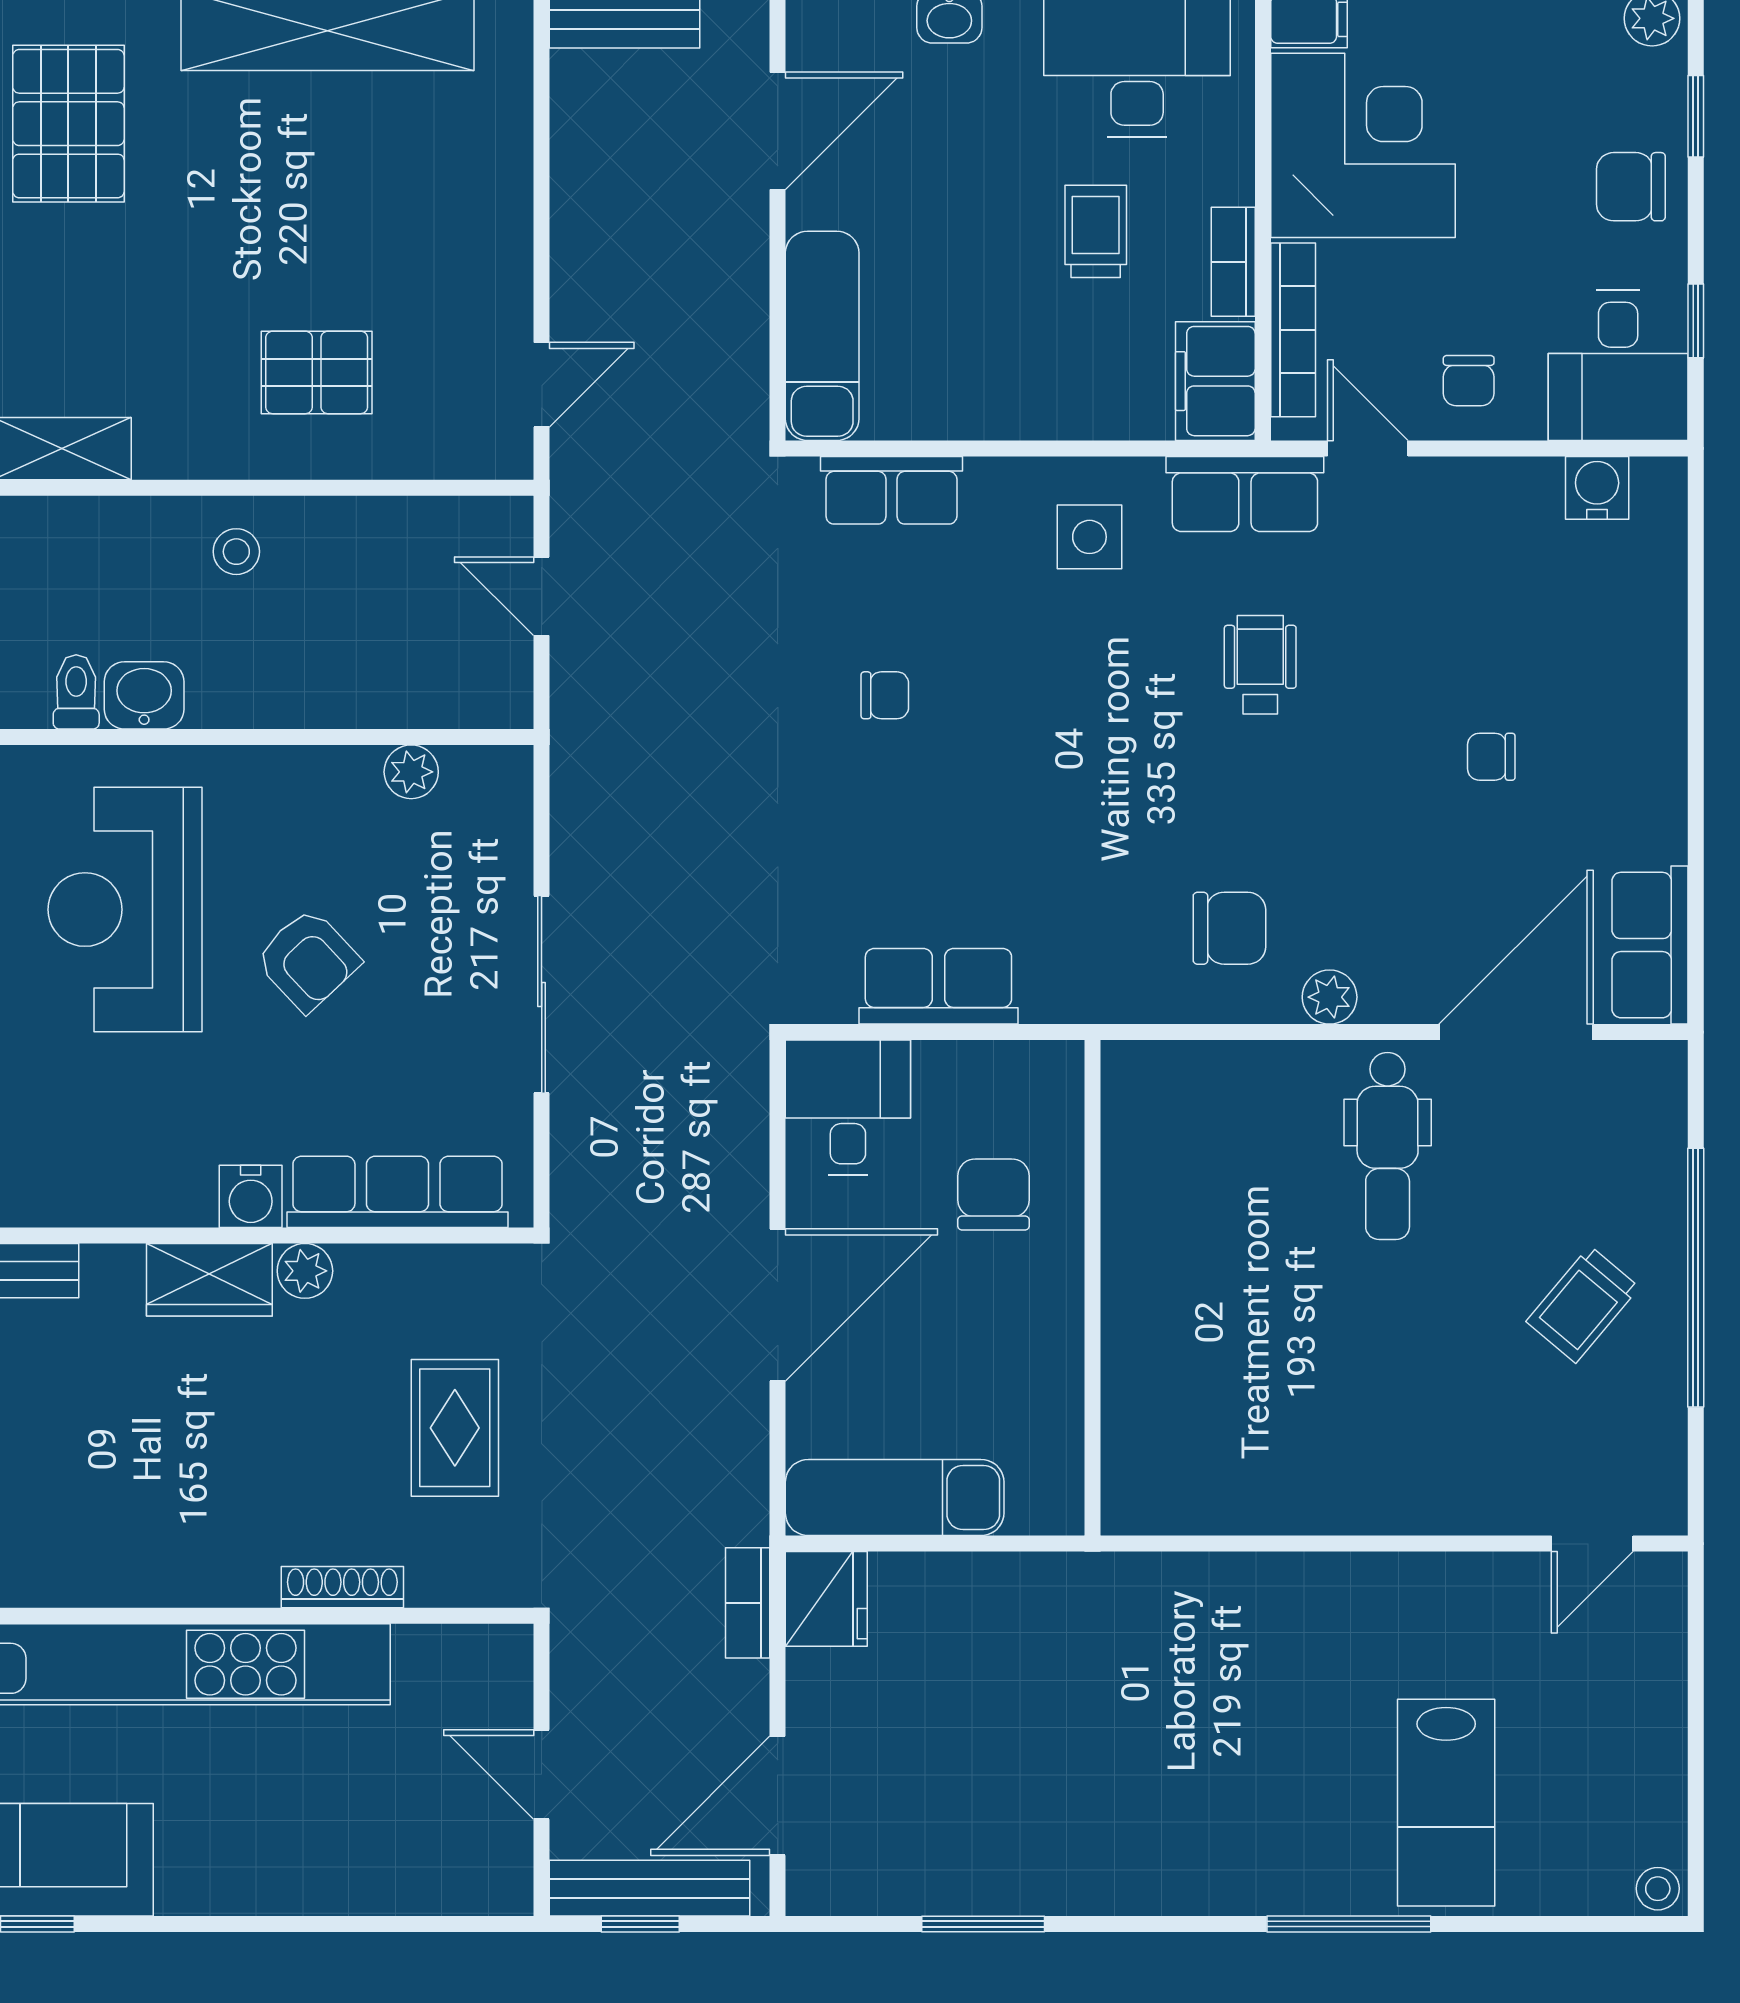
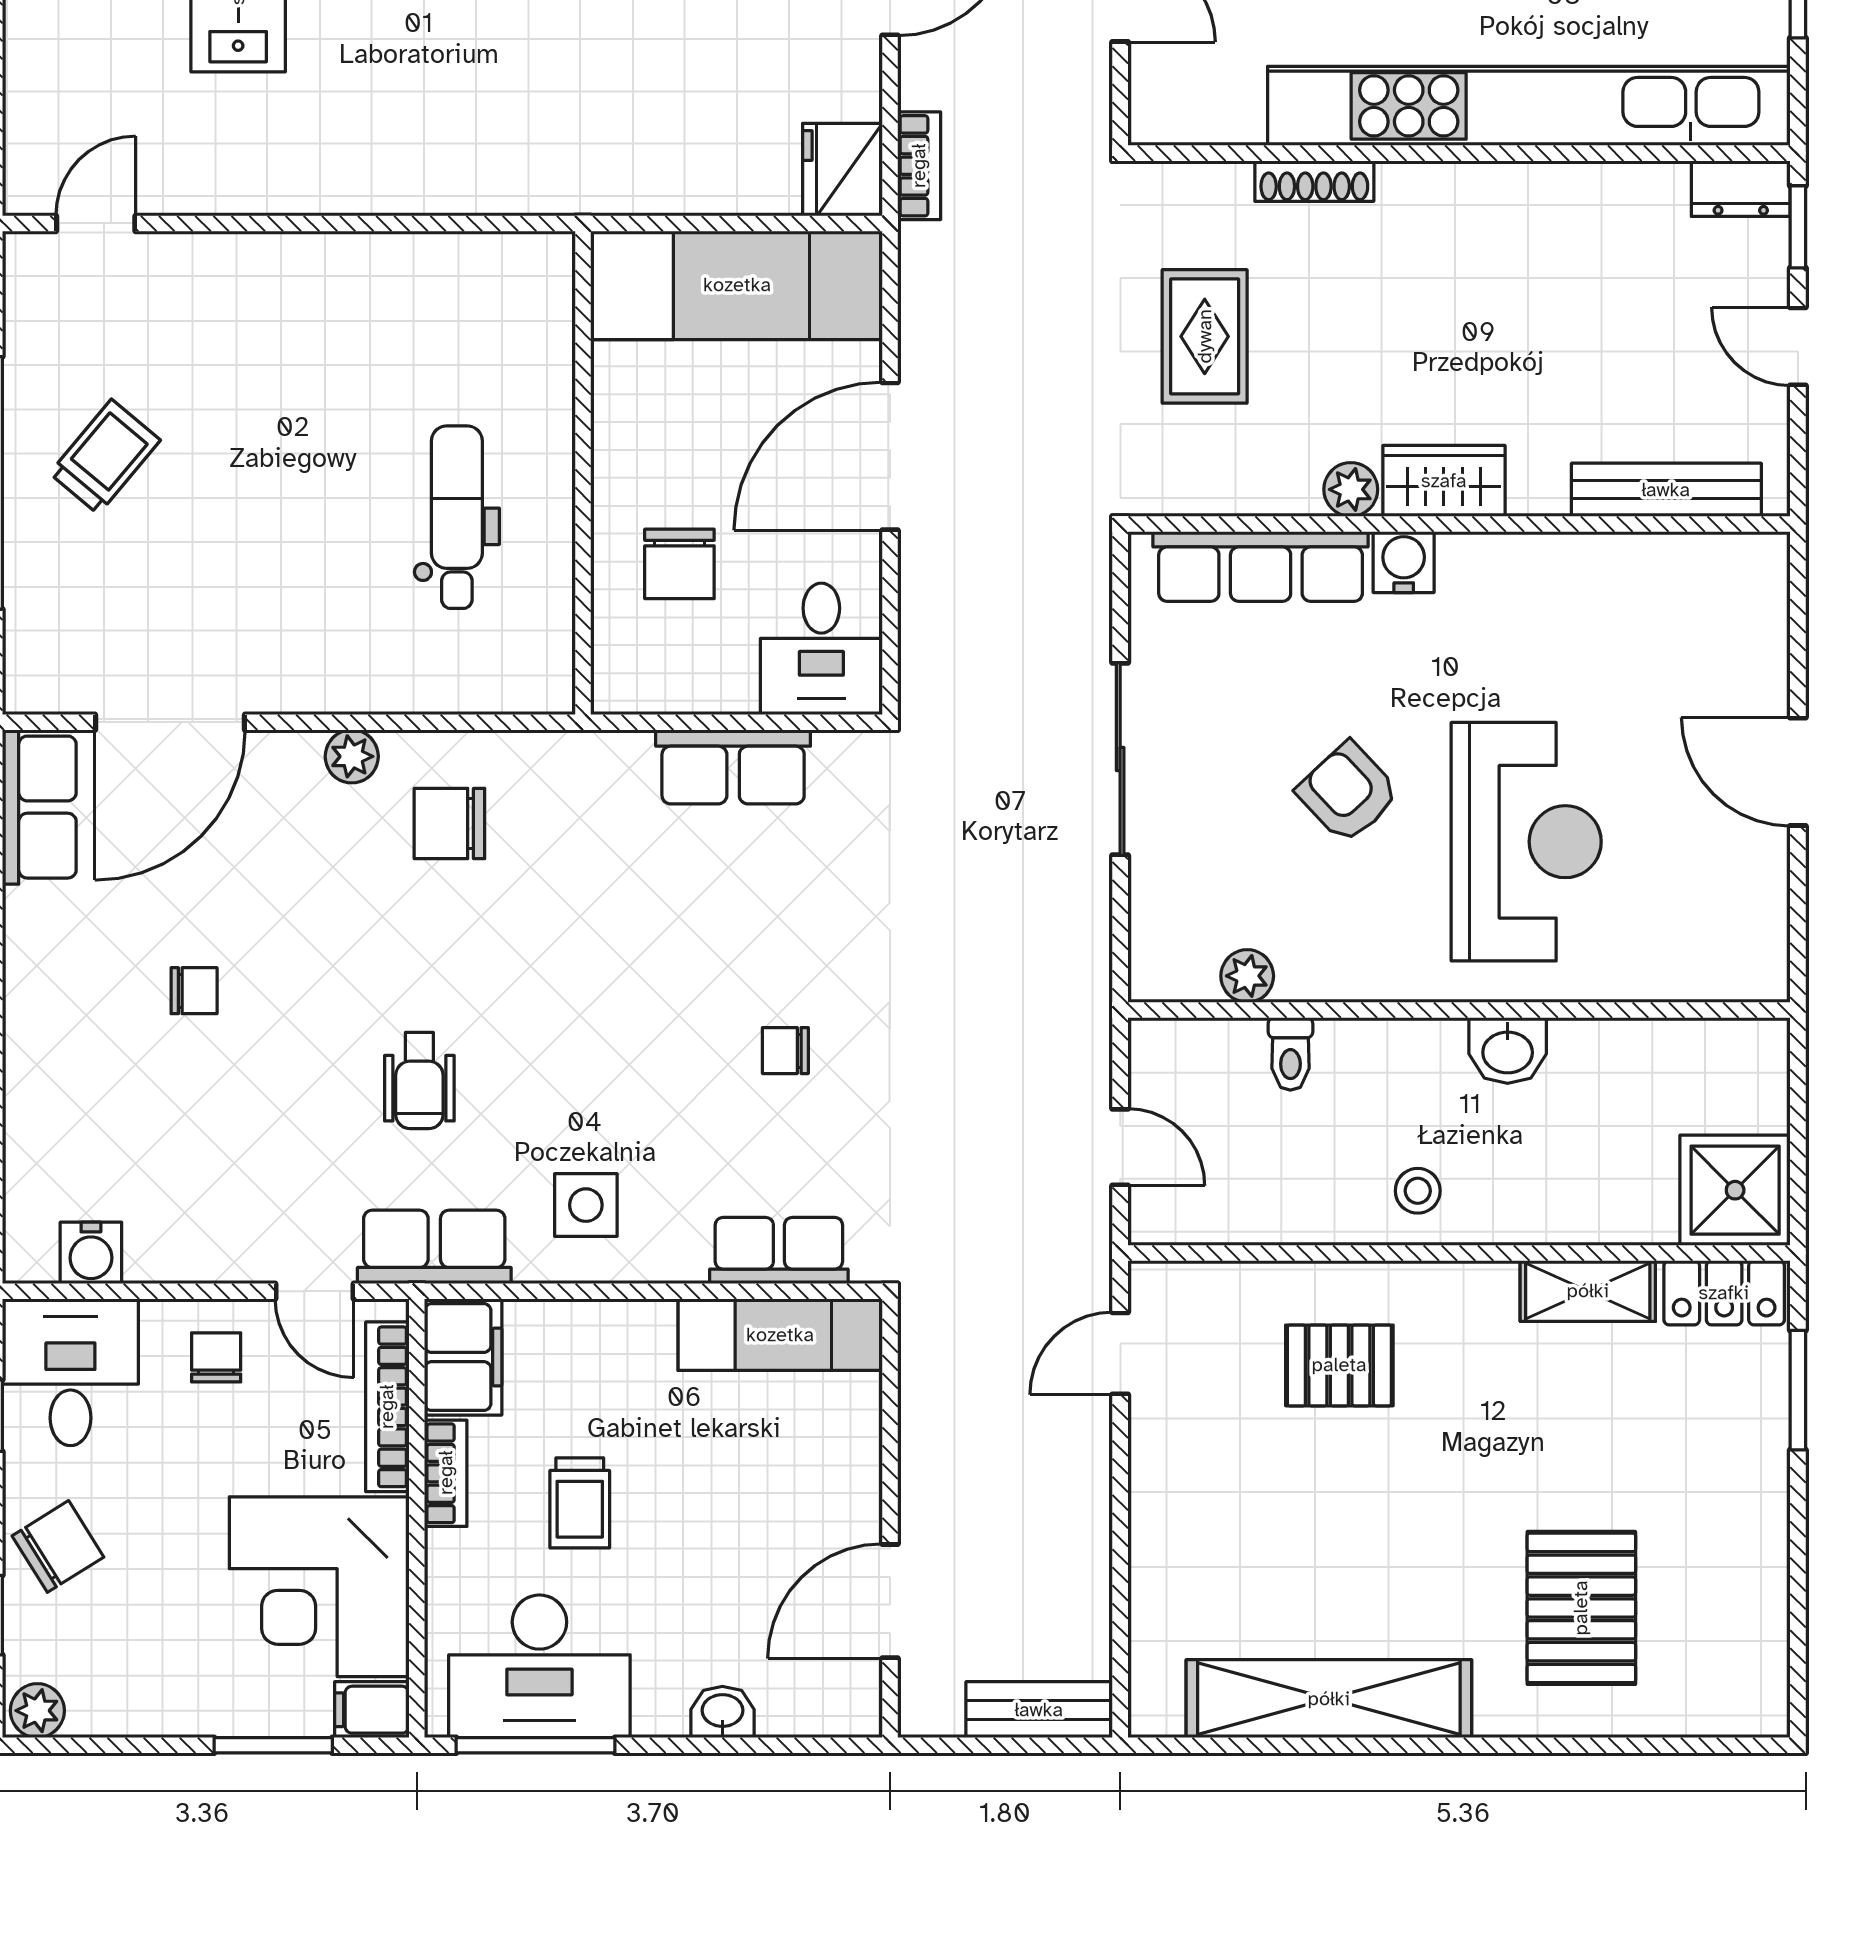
chair: (1631, 187) -> (58, 1546), turned -32
exam couch: (822, 336) -> (780, 1335), moved, turned -90
toilet: (76, 692) -> (1290, 1054), moved
dental chair: (1388, 1146) -> (457, 517), moved
exam couch: (895, 1497) -> (737, 285), width x1.36, depth x1.45

